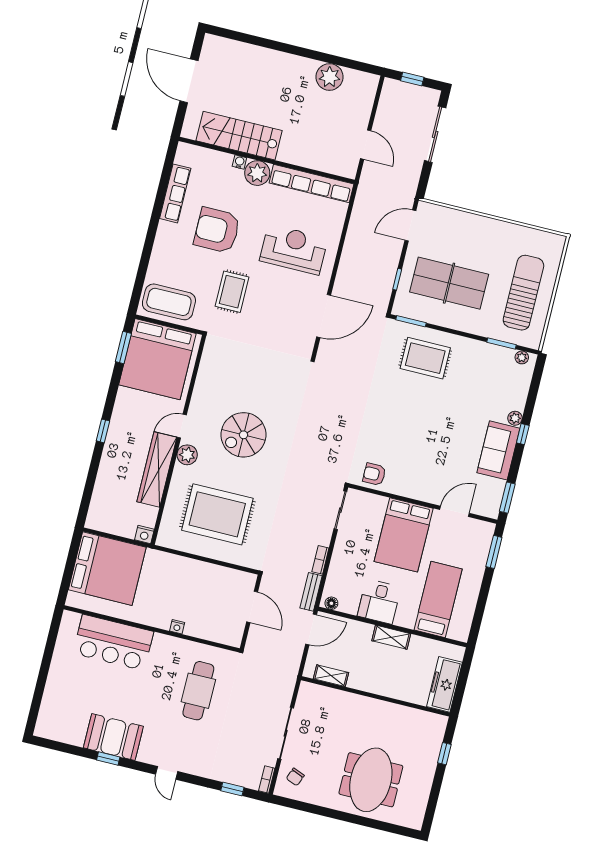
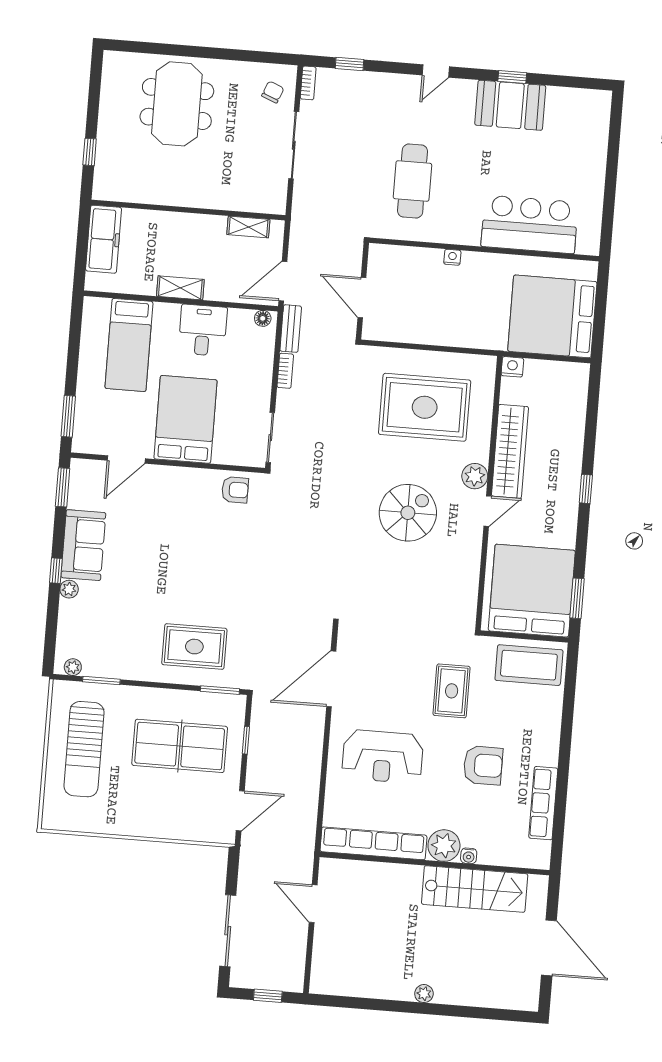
plant: (330, 77) -> (424, 994), moved, width x0.53, depth x0.53
armchair: (217, 230) -> (483, 765), width x0.73, depth x0.73
door: (167, 773) -> (436, 71), swing flipped

